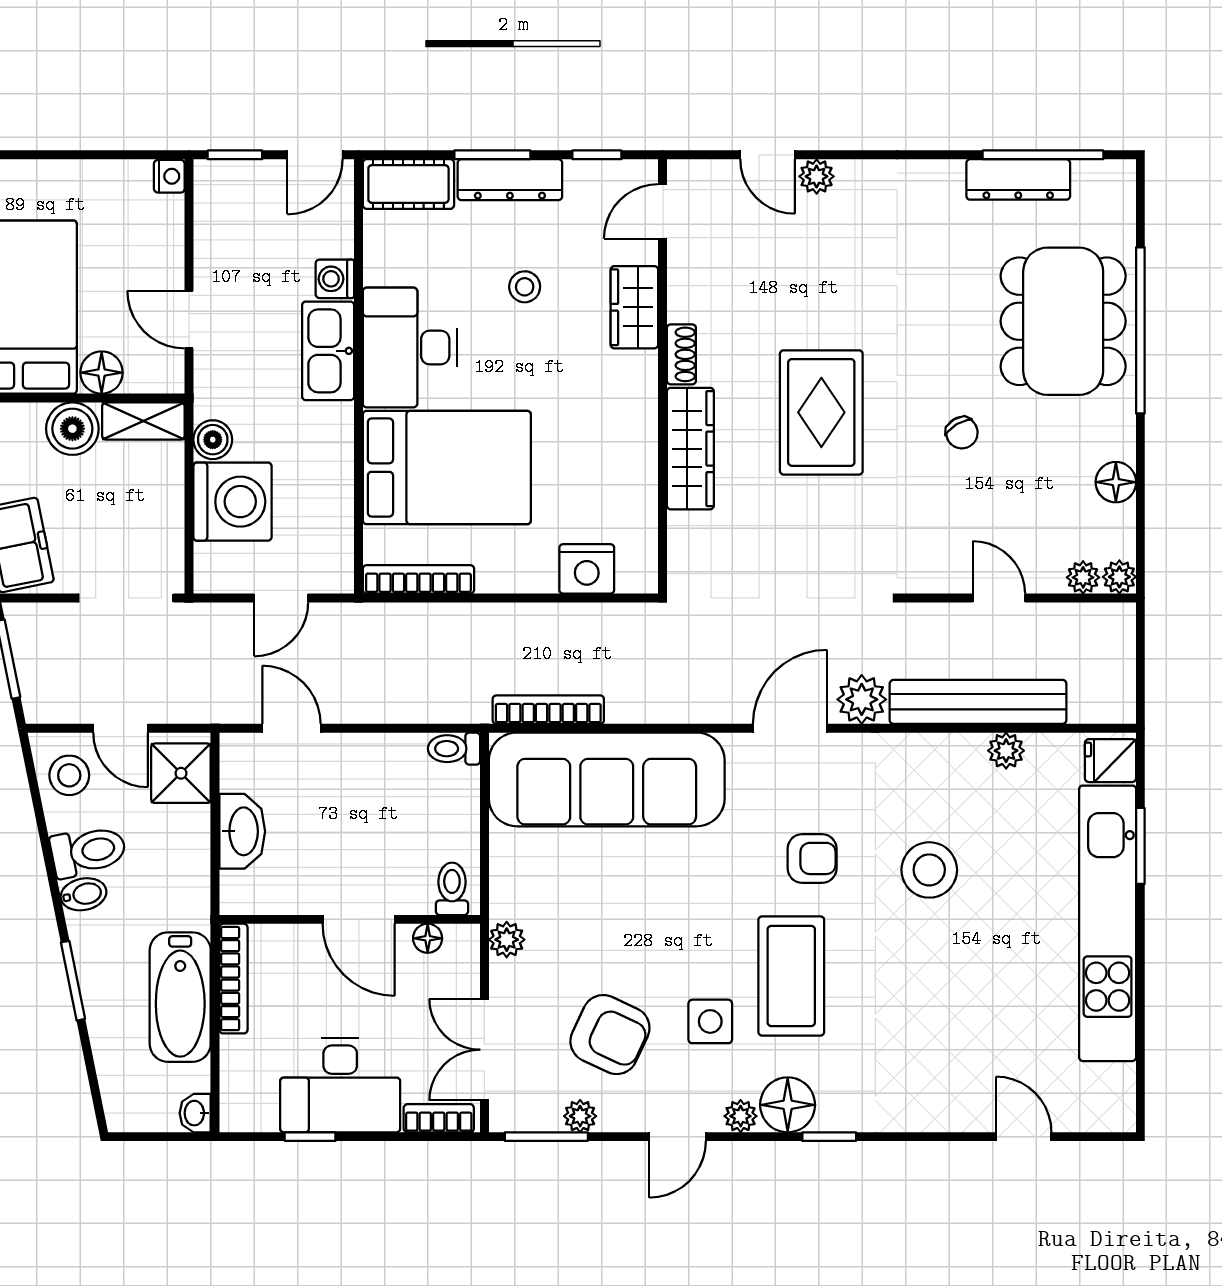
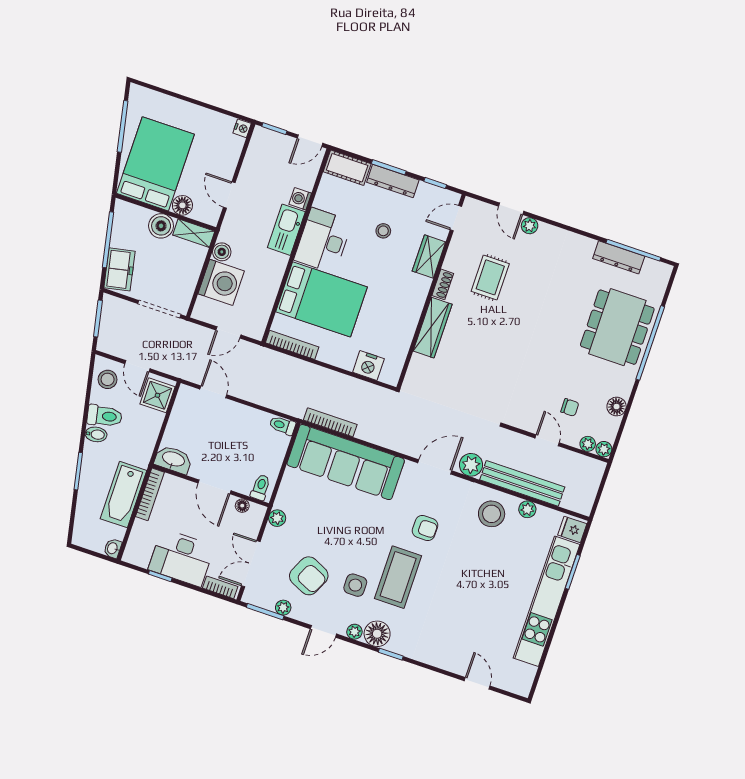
rug: (821, 412) -> (490, 277), moved, width x0.73, depth x0.70
chair: (962, 433) -> (570, 407), moved, turned -59
washbasin: (242, 831) -> (173, 460), moved, turned -90
stool: (929, 870) -> (492, 514), moved

